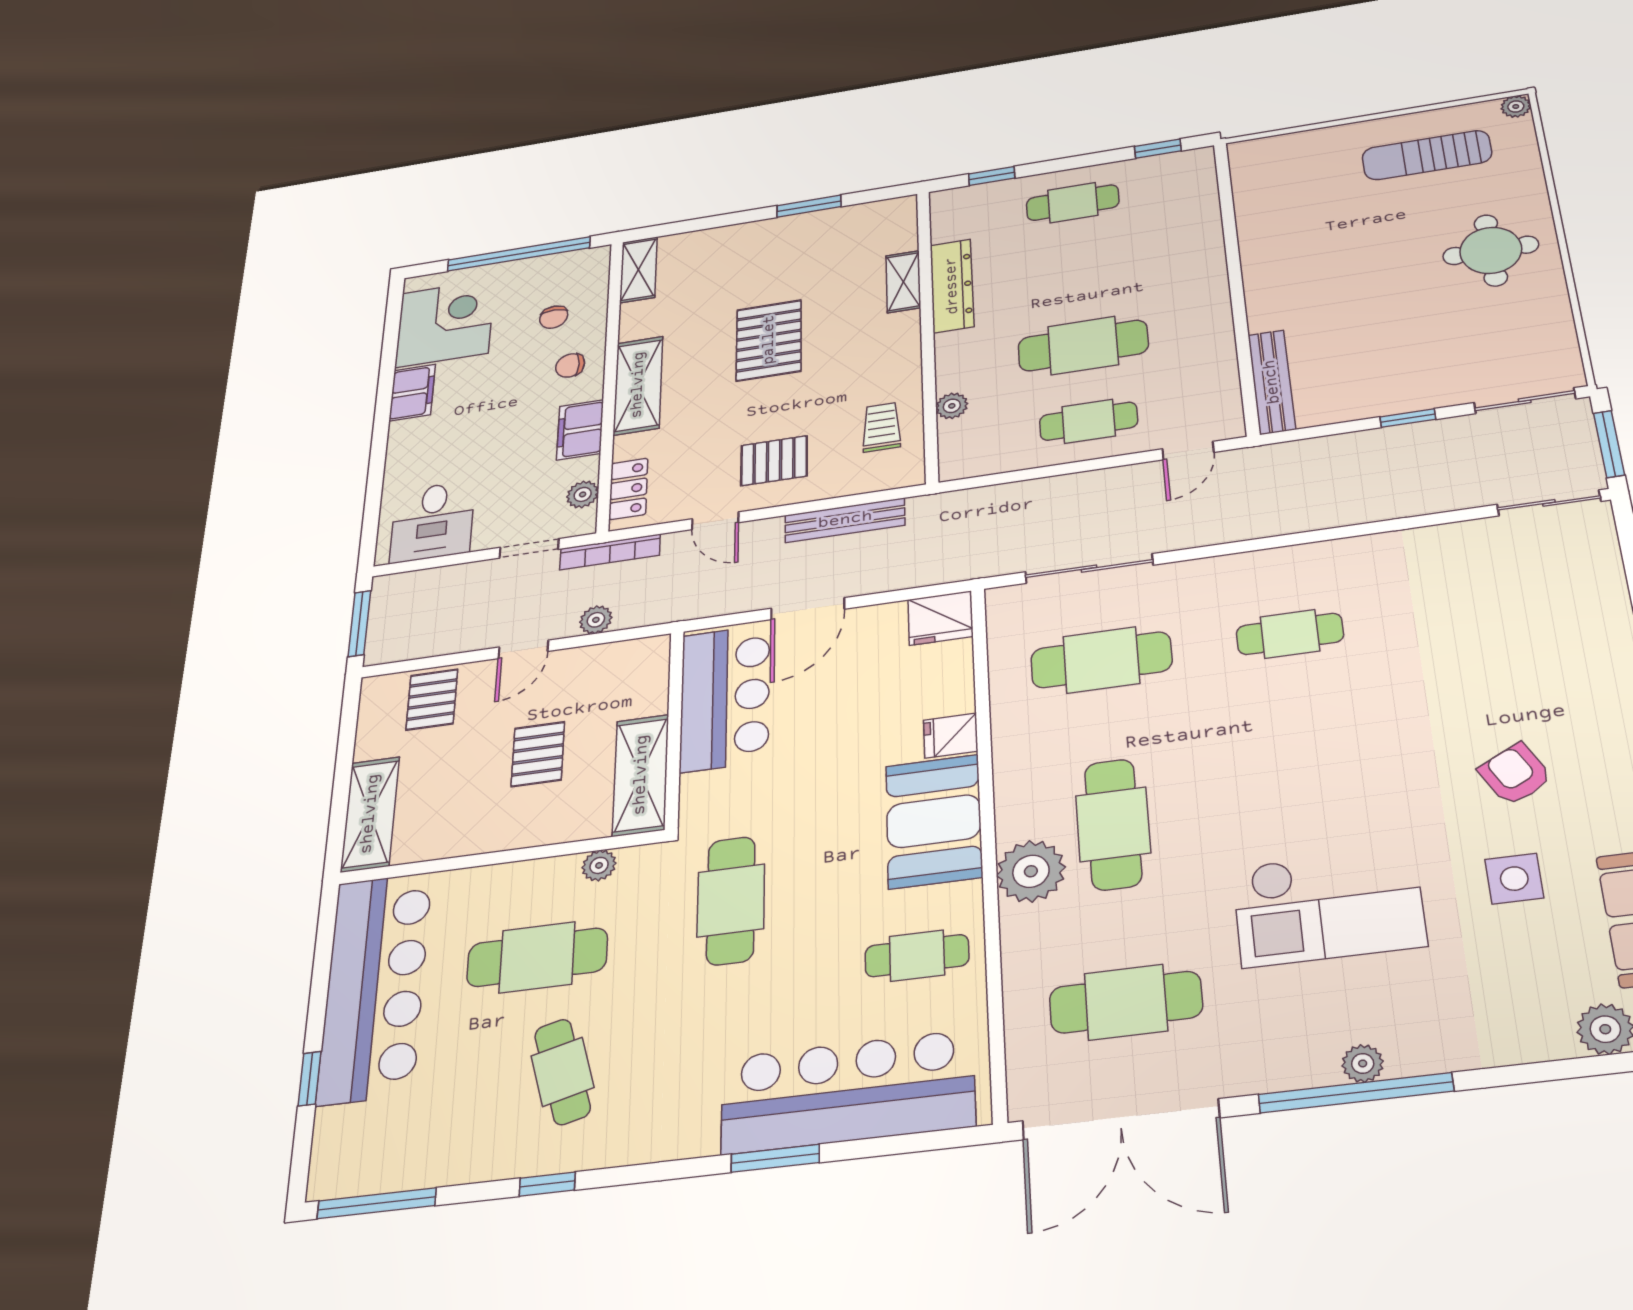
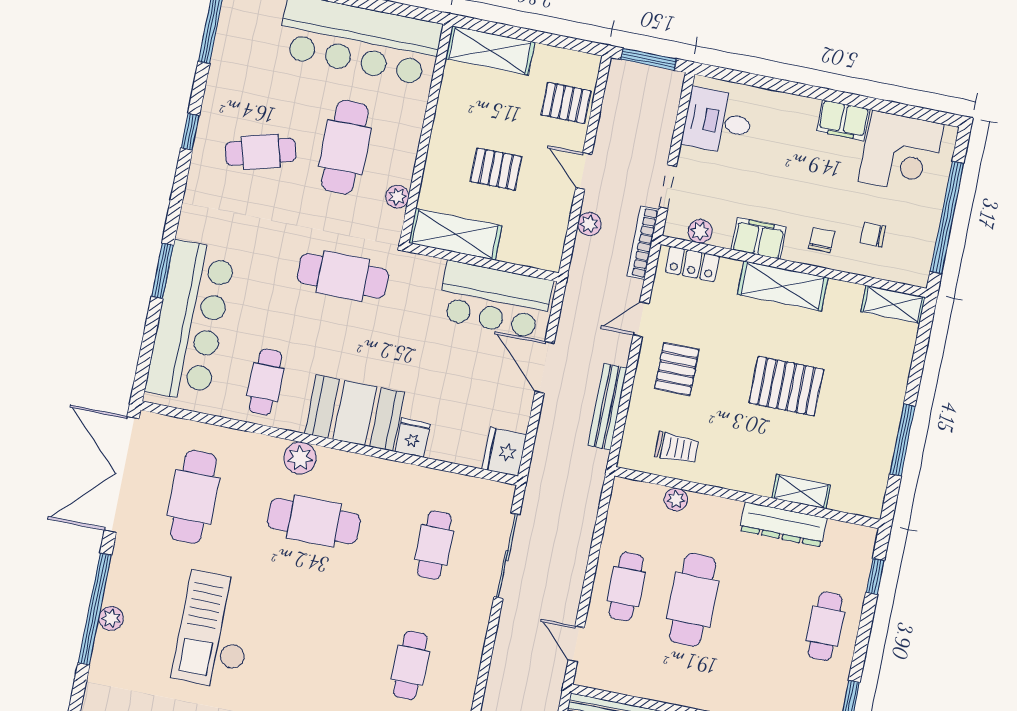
window: (809, 206) -> (902, 440), width x1.44
cafe table: (1101, 660) -> (434, 545), width x0.73, depth x0.74
plant: (1031, 871) -> (300, 458), width x0.73, depth x0.73

